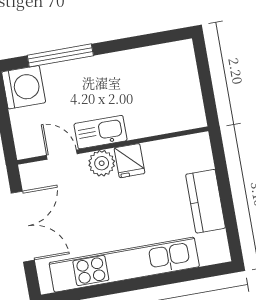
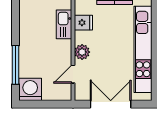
kitchen sink: (101, 132) -> (64, 24), moved
fridge: (130, 161) -> (83, 23), moved

